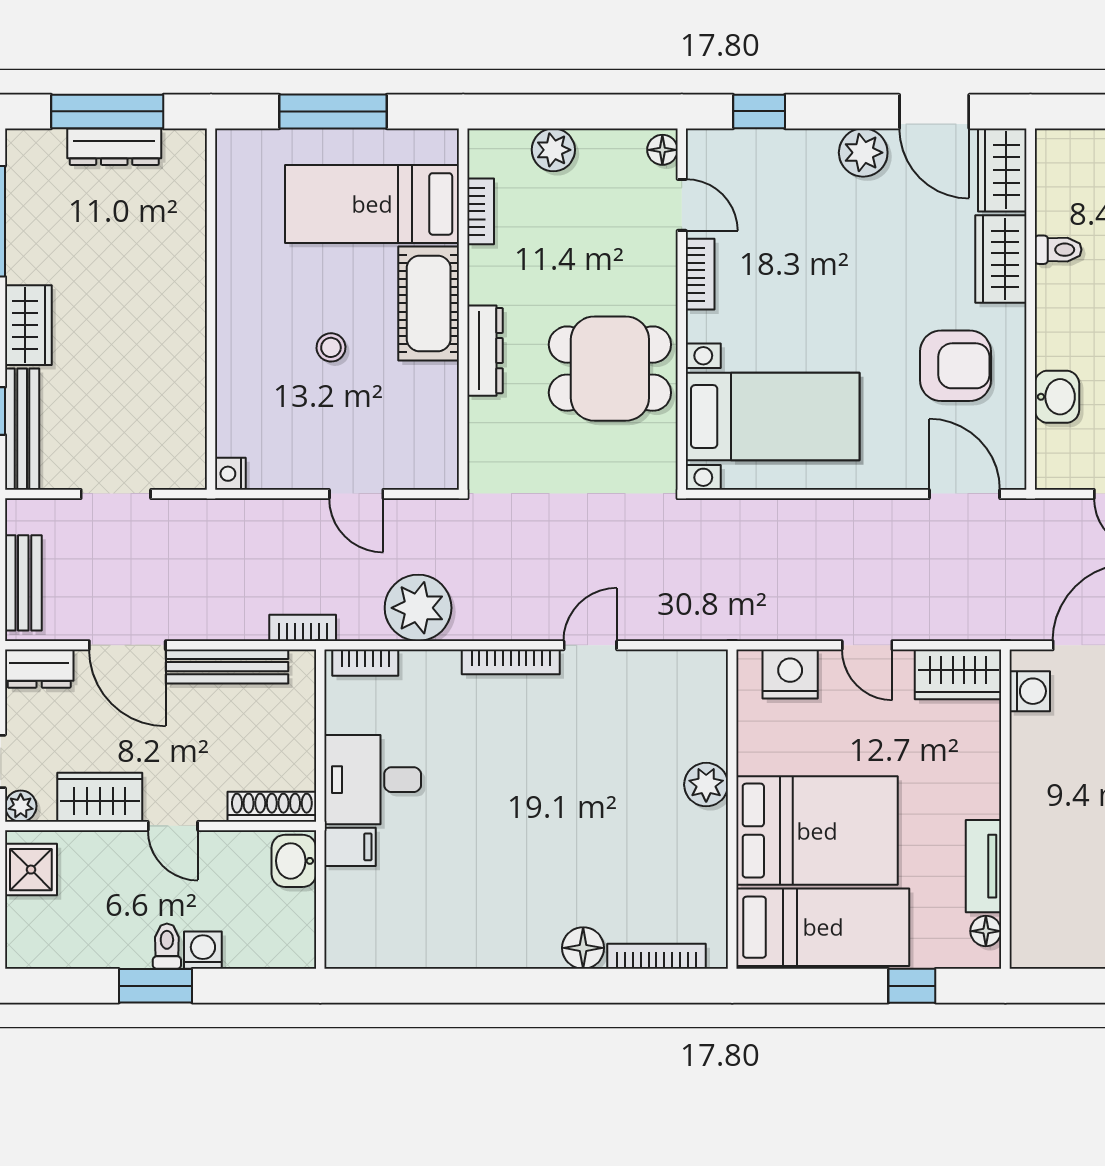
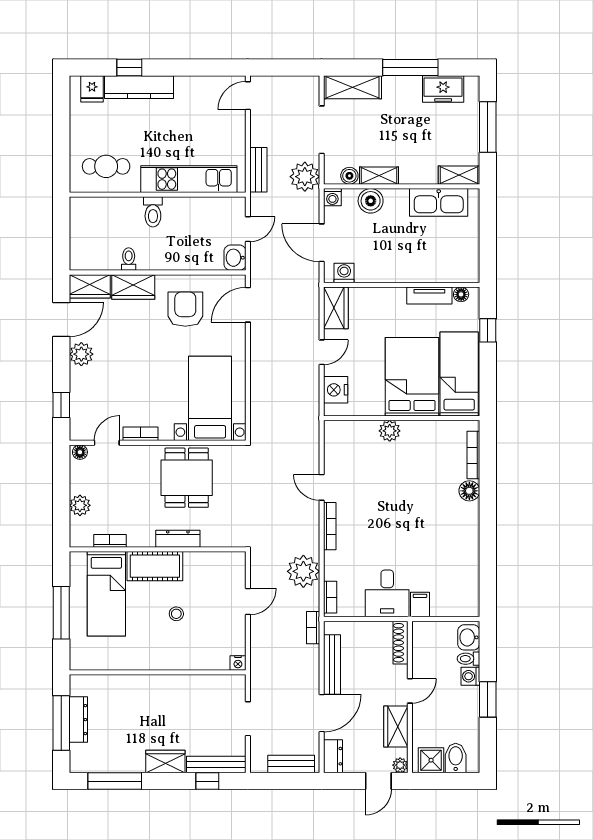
washbasin: (1057, 397) -> (235, 258), moved, turned -90
washbasin: (294, 861) -> (469, 637), moved, turned 90
bidet: (36, 920) -> (456, 758), added
toilet: (167, 946) -> (468, 659), moved

